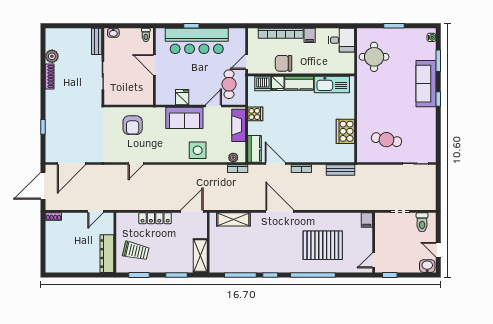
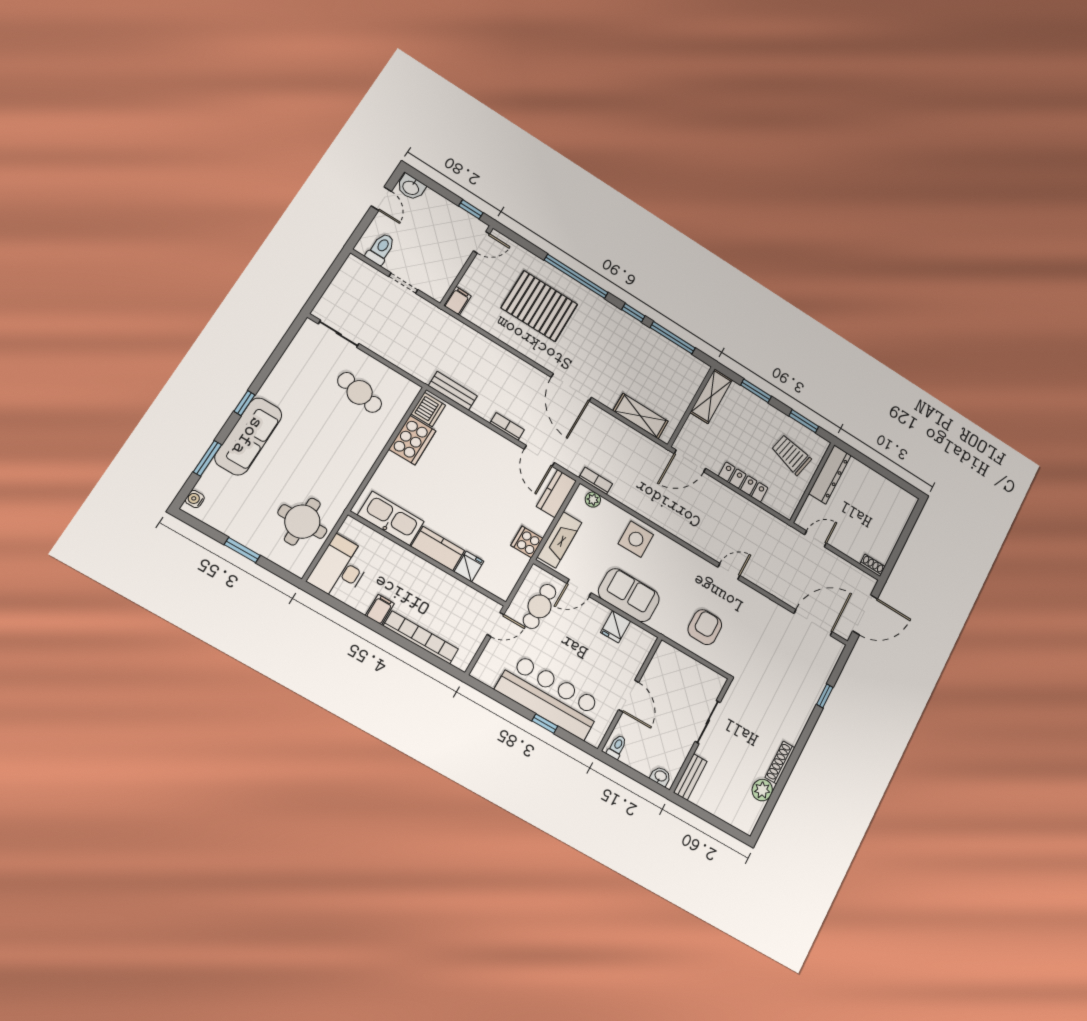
desk: (342, 40) -> (340, 568), width x1.37
chair: (284, 63) -> (443, 591), removed
dishwasher: (263, 83) -> (428, 409), moved, turned 90

